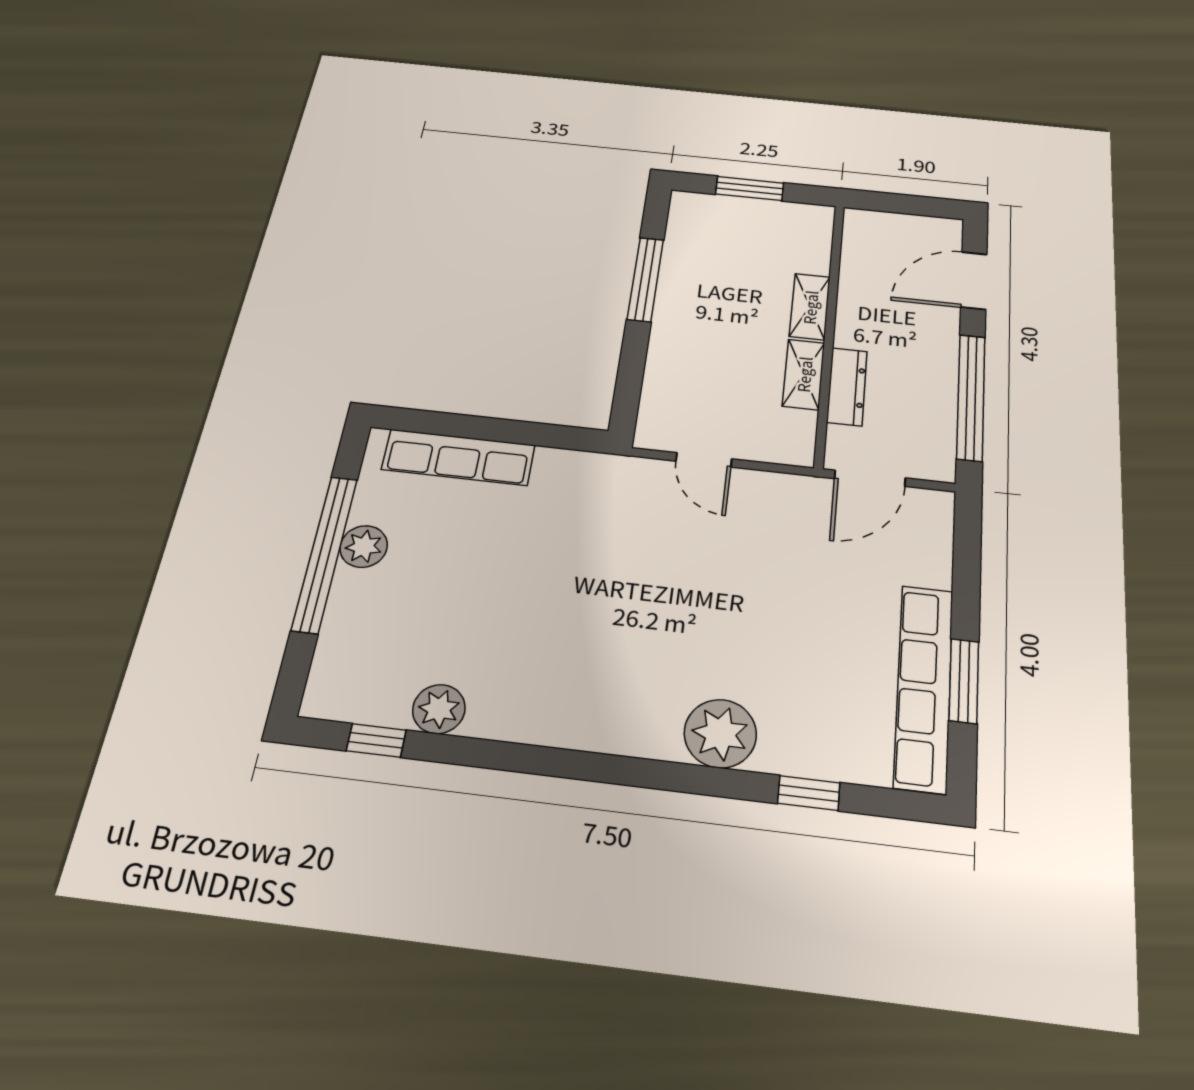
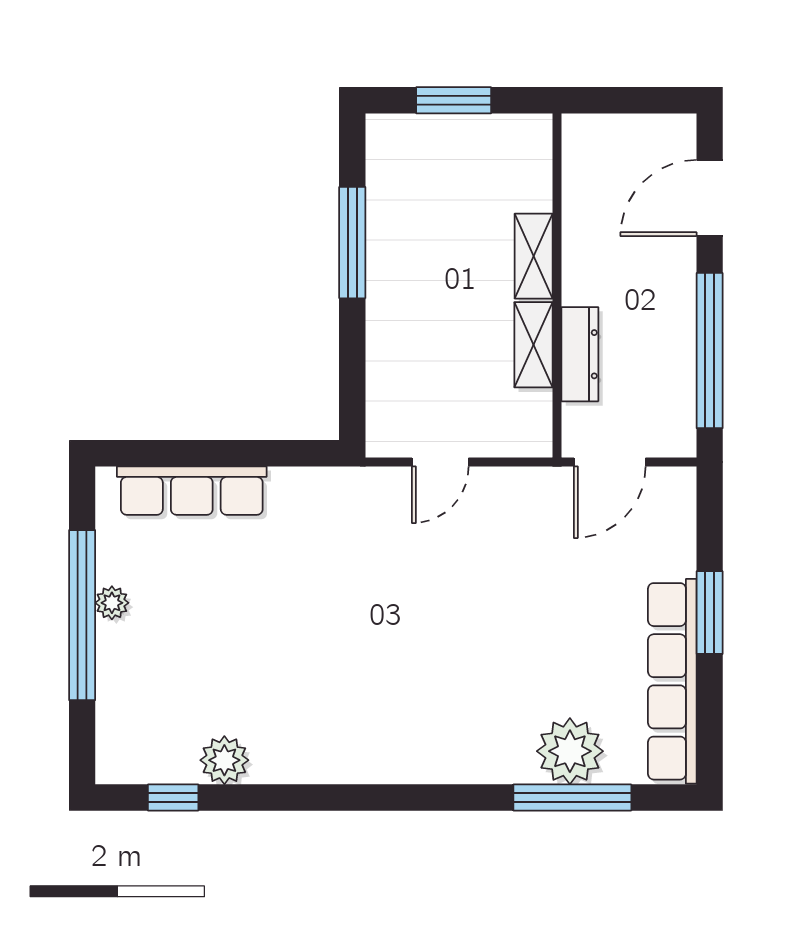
door: (704, 460) -> (440, 462), hinge flipped
plant: (364, 546) -> (112, 603), width x0.73, depth x0.73
window: (964, 681) -> (710, 613), moved
plant: (720, 734) -> (570, 751), moved
window: (809, 793) -> (572, 798), width x2.17

